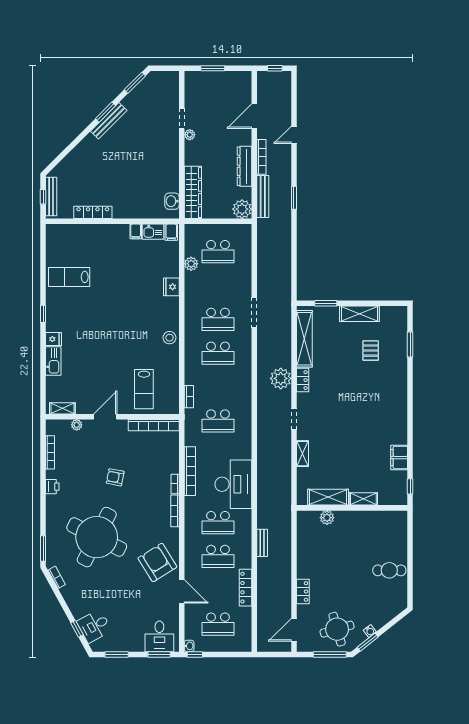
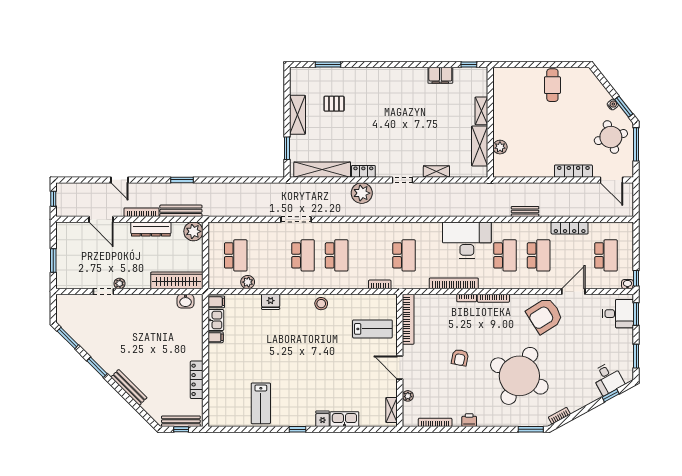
bench: (109, 121) -> (129, 387), moved
locker: (303, 591) -> (573, 171), width x1.53

